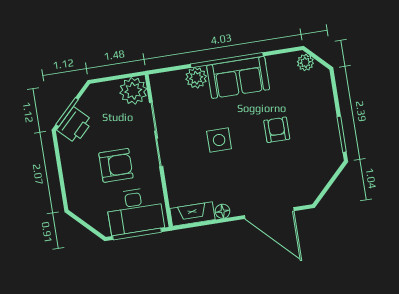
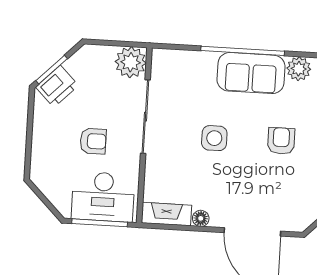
plant: (196, 78) -> (299, 69), moved
armchair: (116, 165) -> (93, 141), width x0.72, depth x0.72

